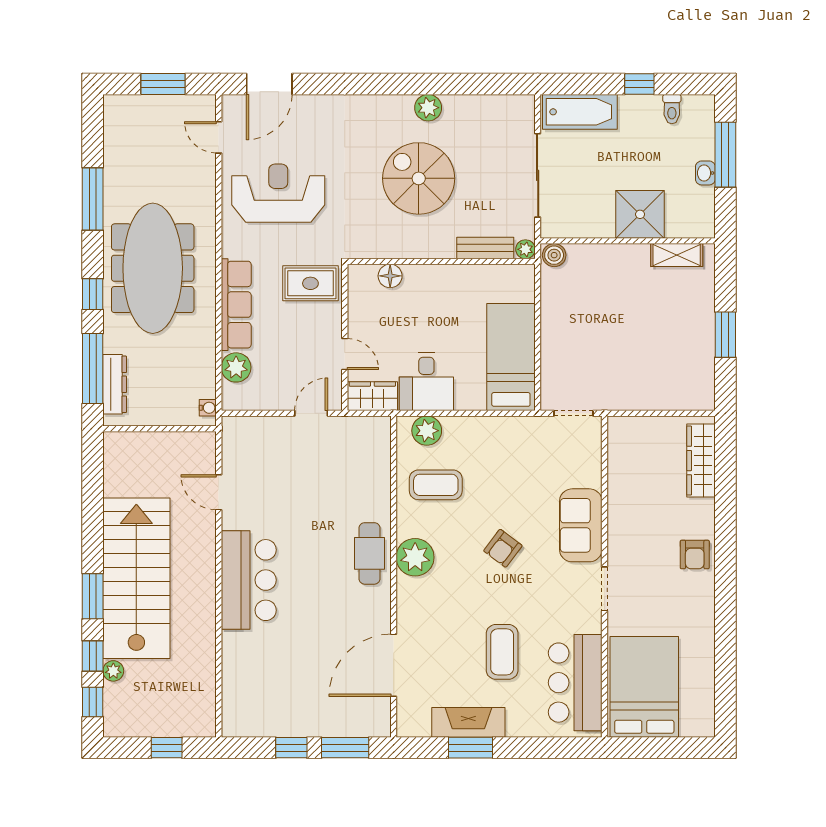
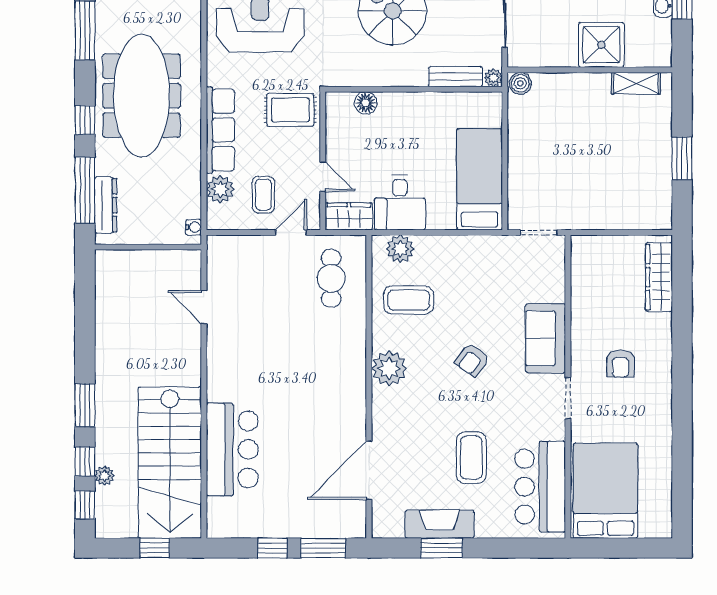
coffee table: (282, 373) -> (263, 195), added
cafe table: (369, 553) -> (331, 278), moved
armchair: (695, 554) -> (620, 363), moved
stairs: (136, 578) -> (170, 462), moved, turned 180
bar counter: (249, 580) -> (232, 449), moved

